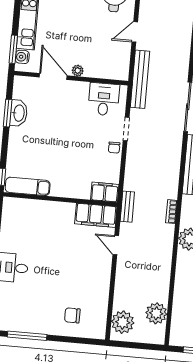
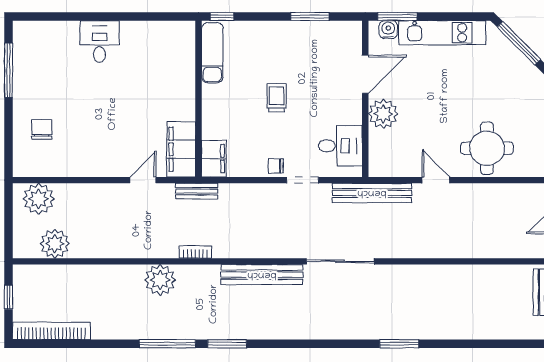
plant: (78, 71) -> (383, 114), width x1.87, depth x1.87
washbasin: (19, 113) -> (311, 31), removed
trolley: (65, 142) -> (277, 98), added

